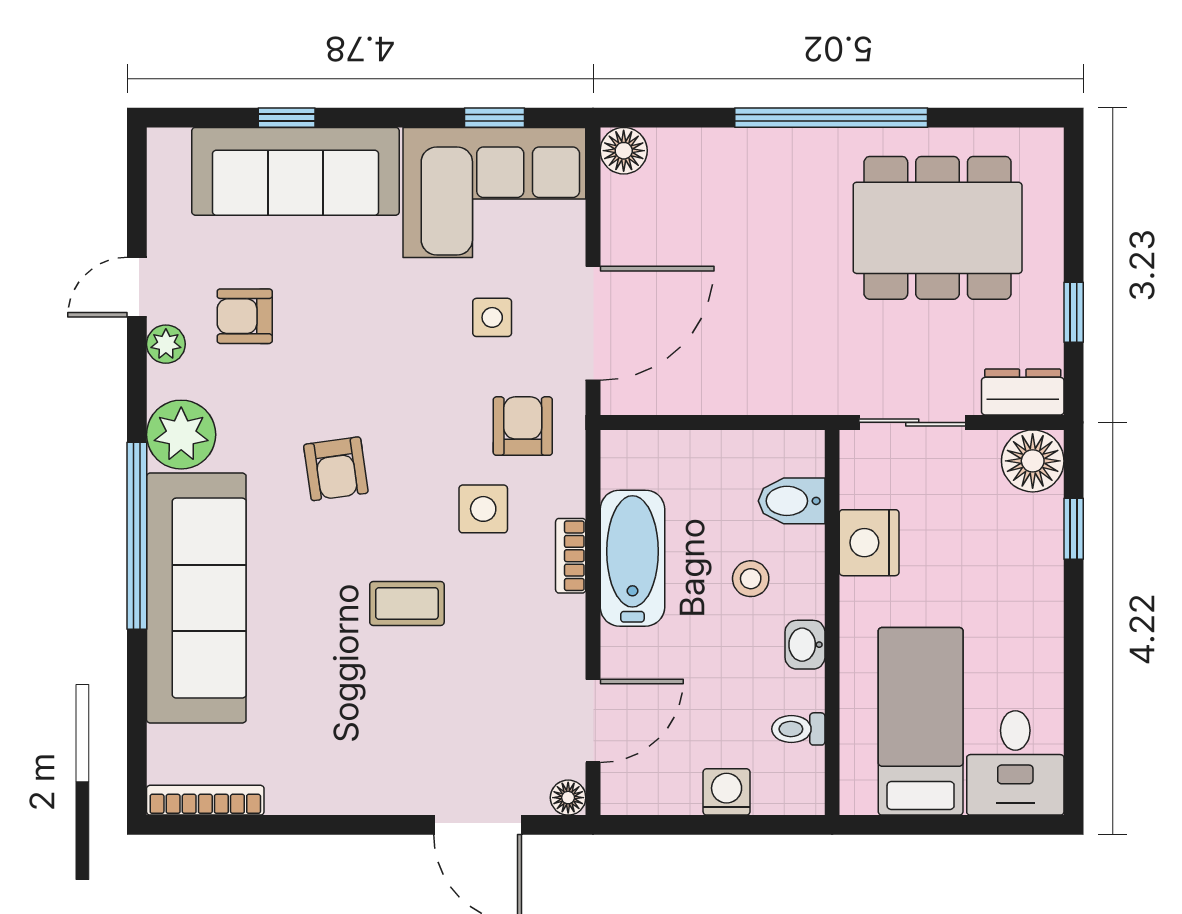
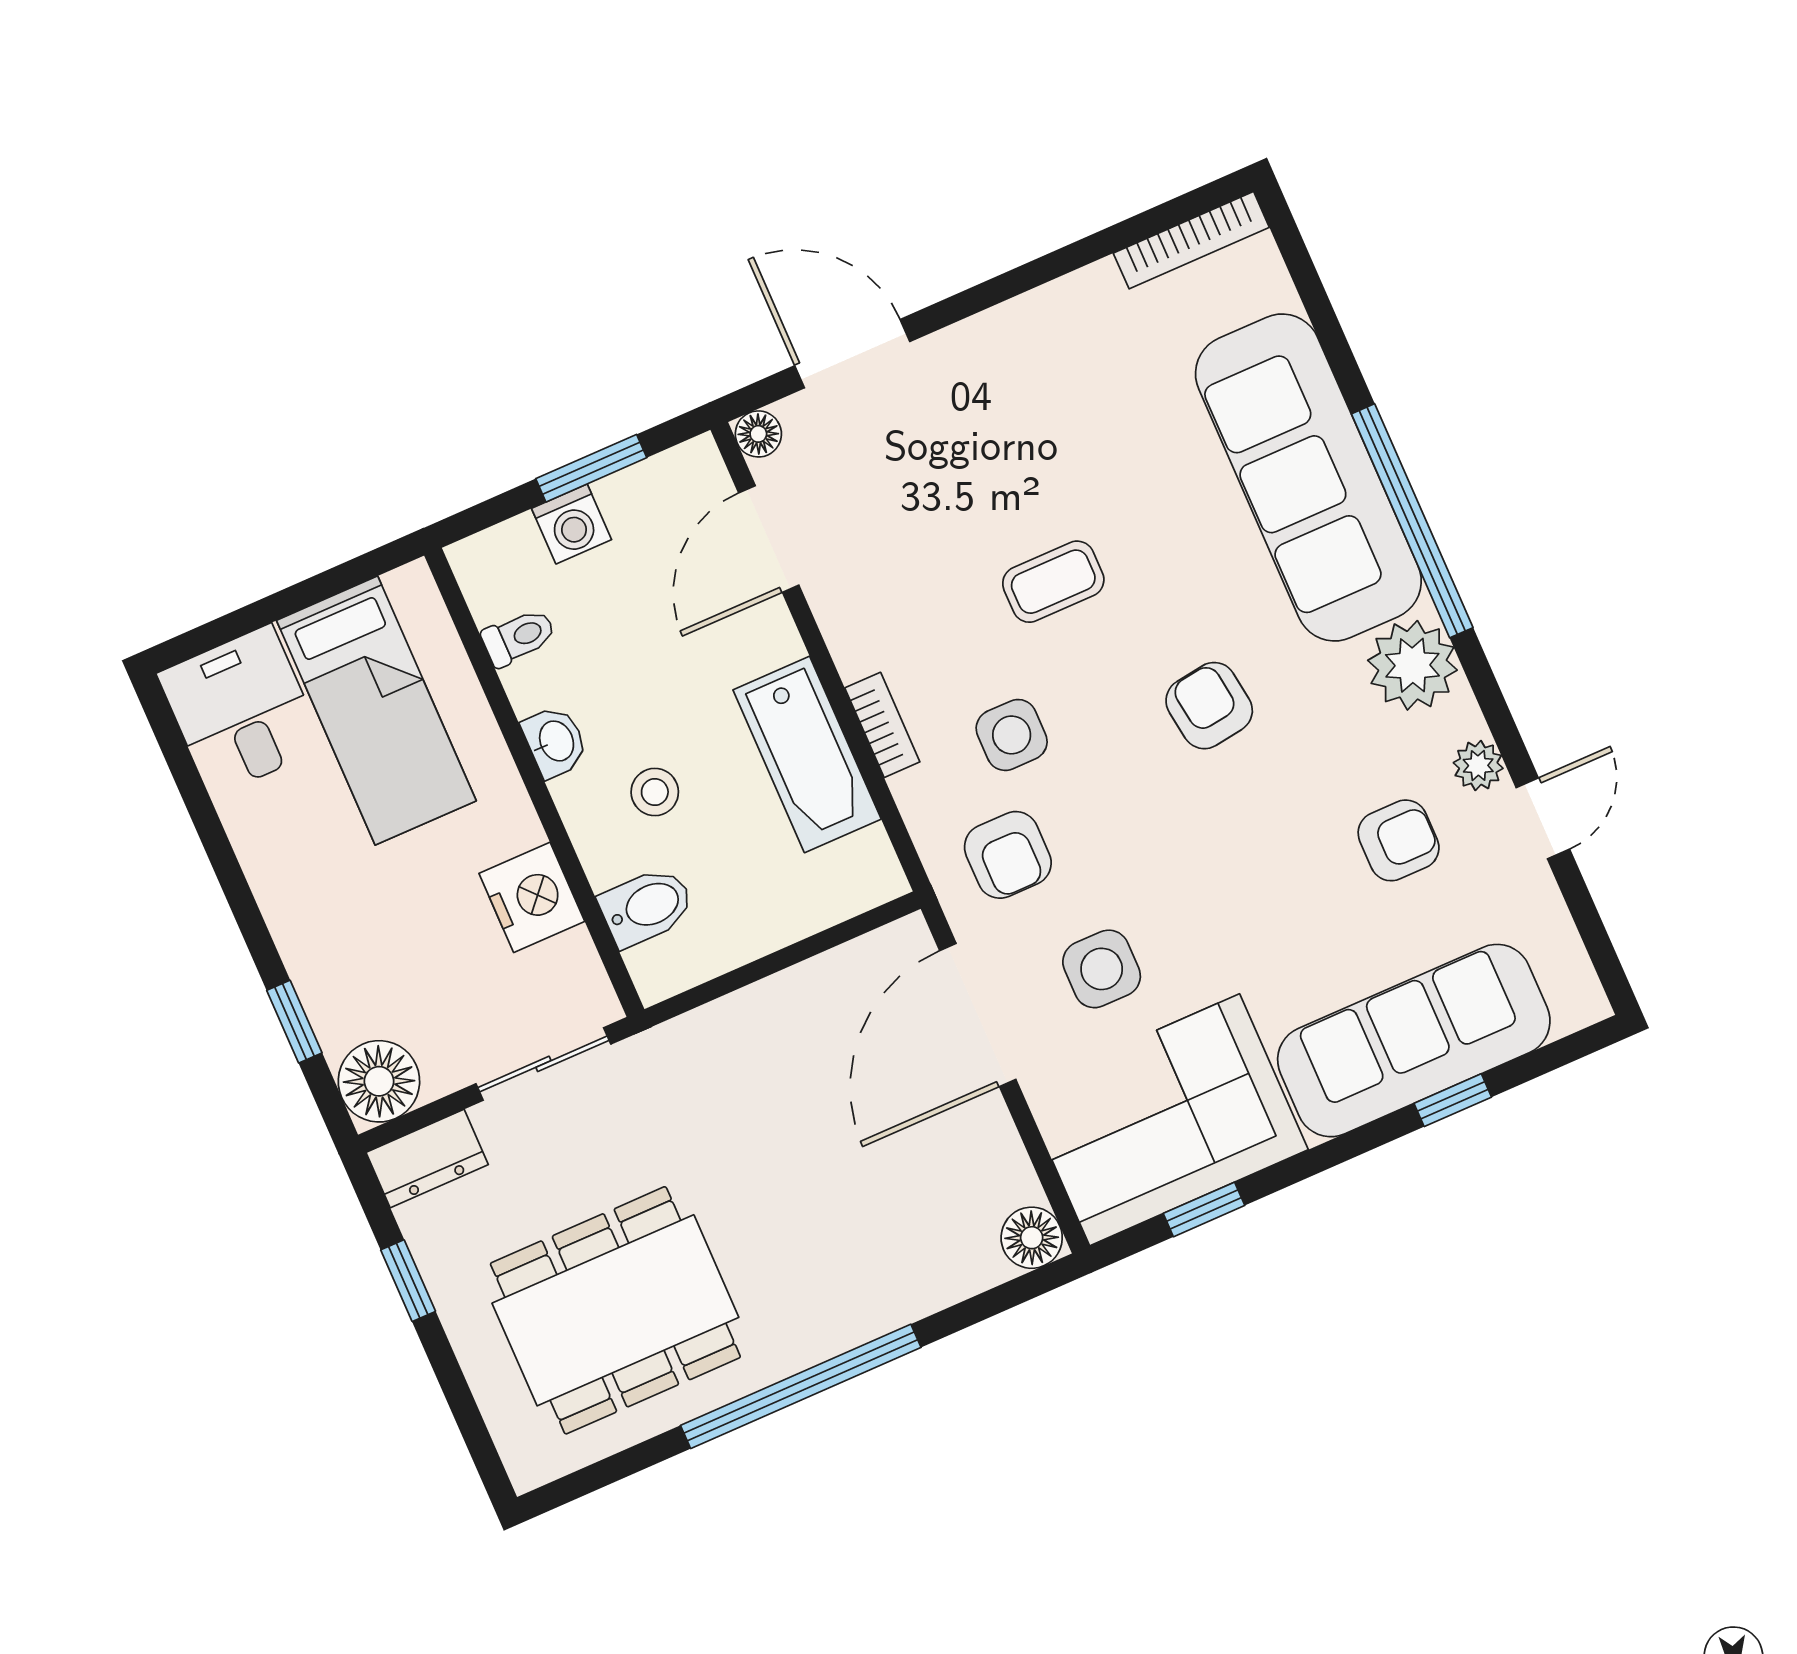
side table: (492, 317) -> (1102, 969), width x1.37, depth x1.37
window: (696, 825) -> (591, 468), added

